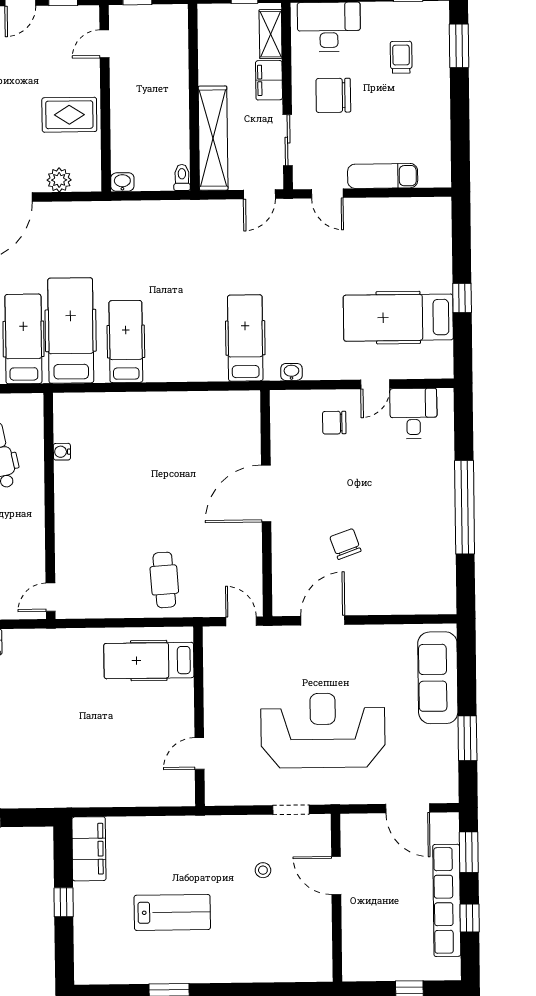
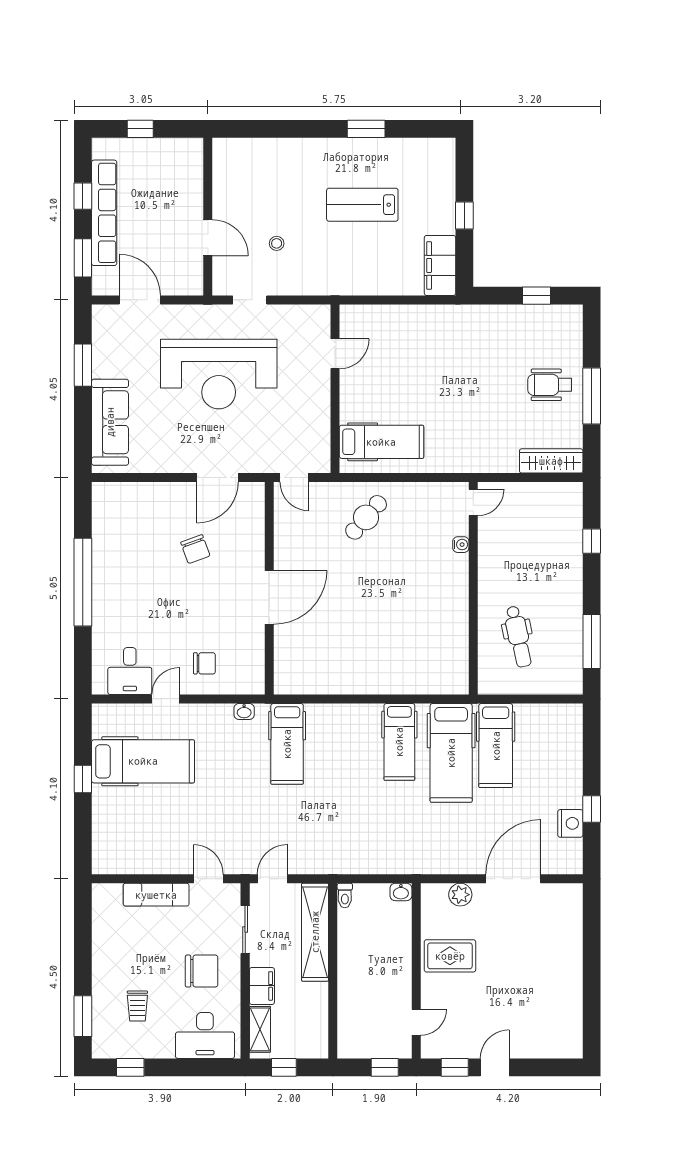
water cooler: (62, 452) -> (461, 545), moved
cafe table: (164, 580) -> (366, 517), turned 45

